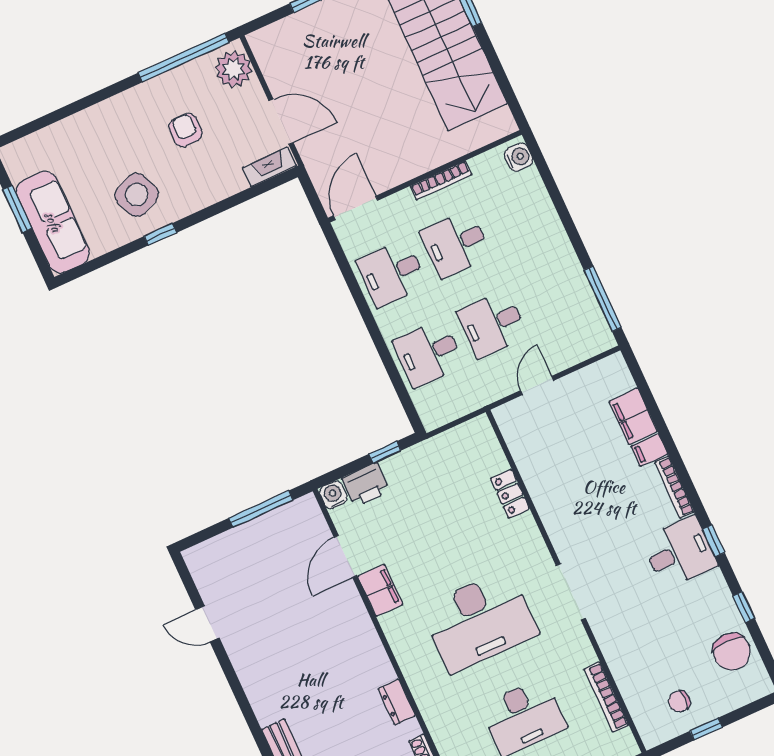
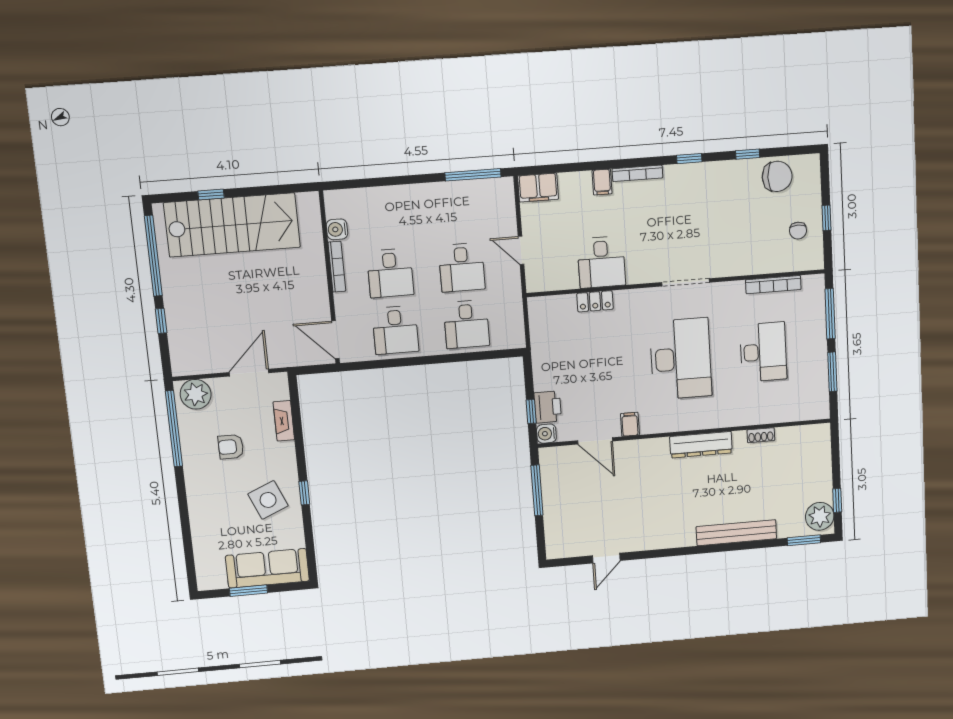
water cooler: (519, 157) -> (337, 229), moved, turned -90
fireplace: (270, 167) -> (284, 421), moved
filing cabinet: (633, 416) -> (538, 188), moved
window: (385, 452) -> (531, 411), moved
desk: (679, 552) -> (601, 262), moved, turned 180
filing cabinet: (380, 590) -> (630, 424), width x0.50
dresser: (397, 702) -> (701, 445), width x1.96, depth x1.24

